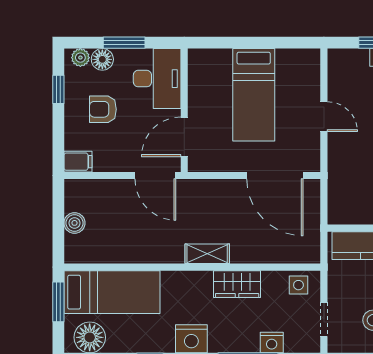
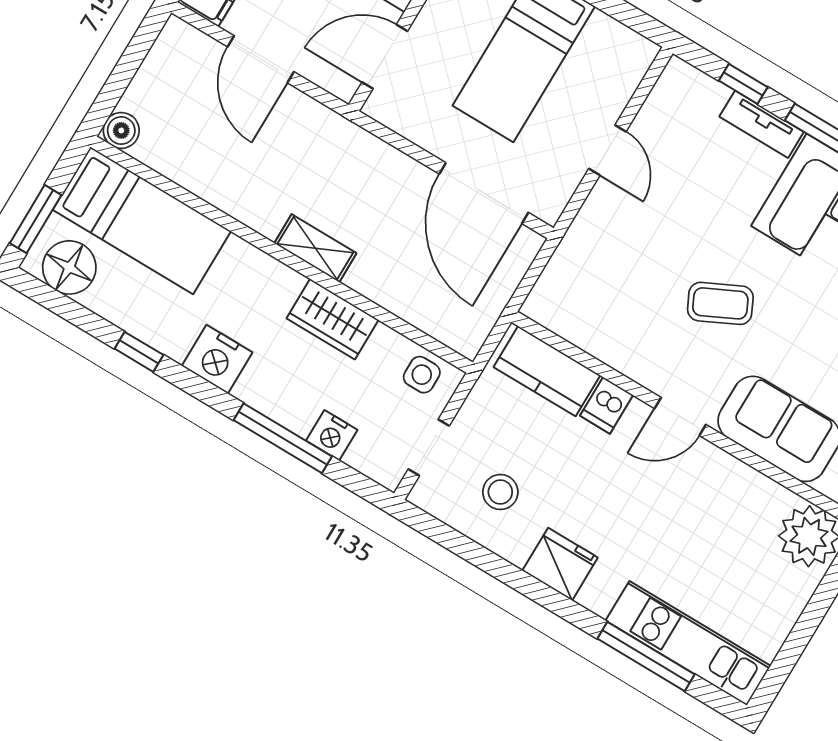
door: (155, 176) -> (261, 59), moved
boiler: (74, 223) -> (121, 130), moved
window: (58, 302) -> (36, 219), moved

